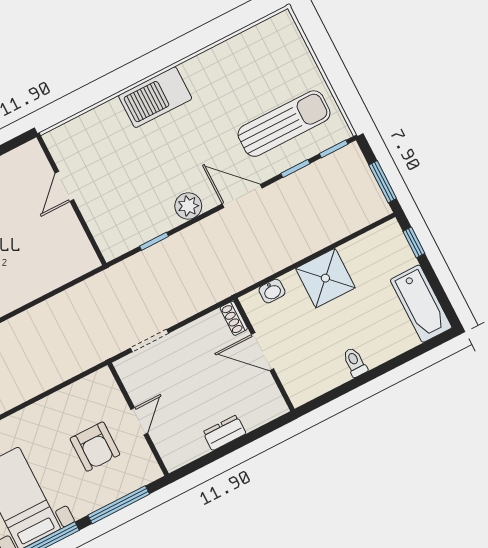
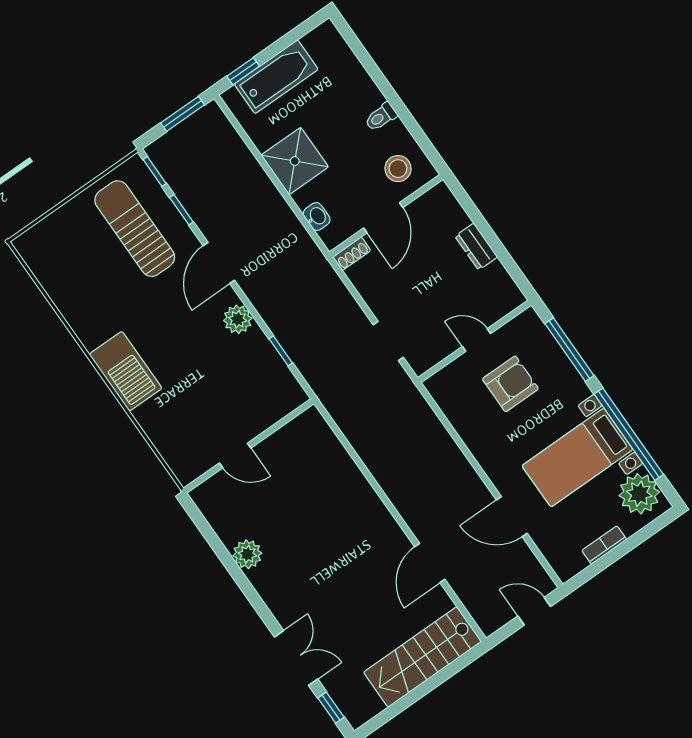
bathtub: (421, 304) -> (276, 77), moved
stool: (305, 371) -> (398, 169), added

